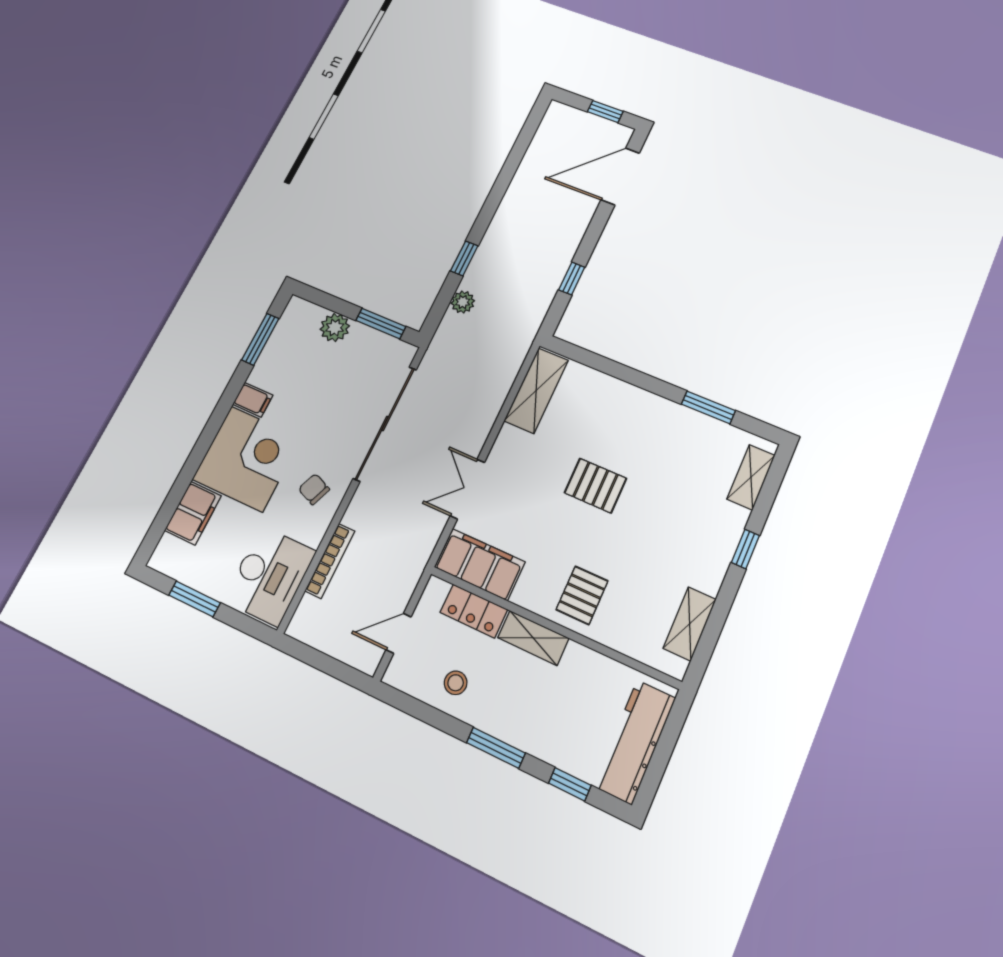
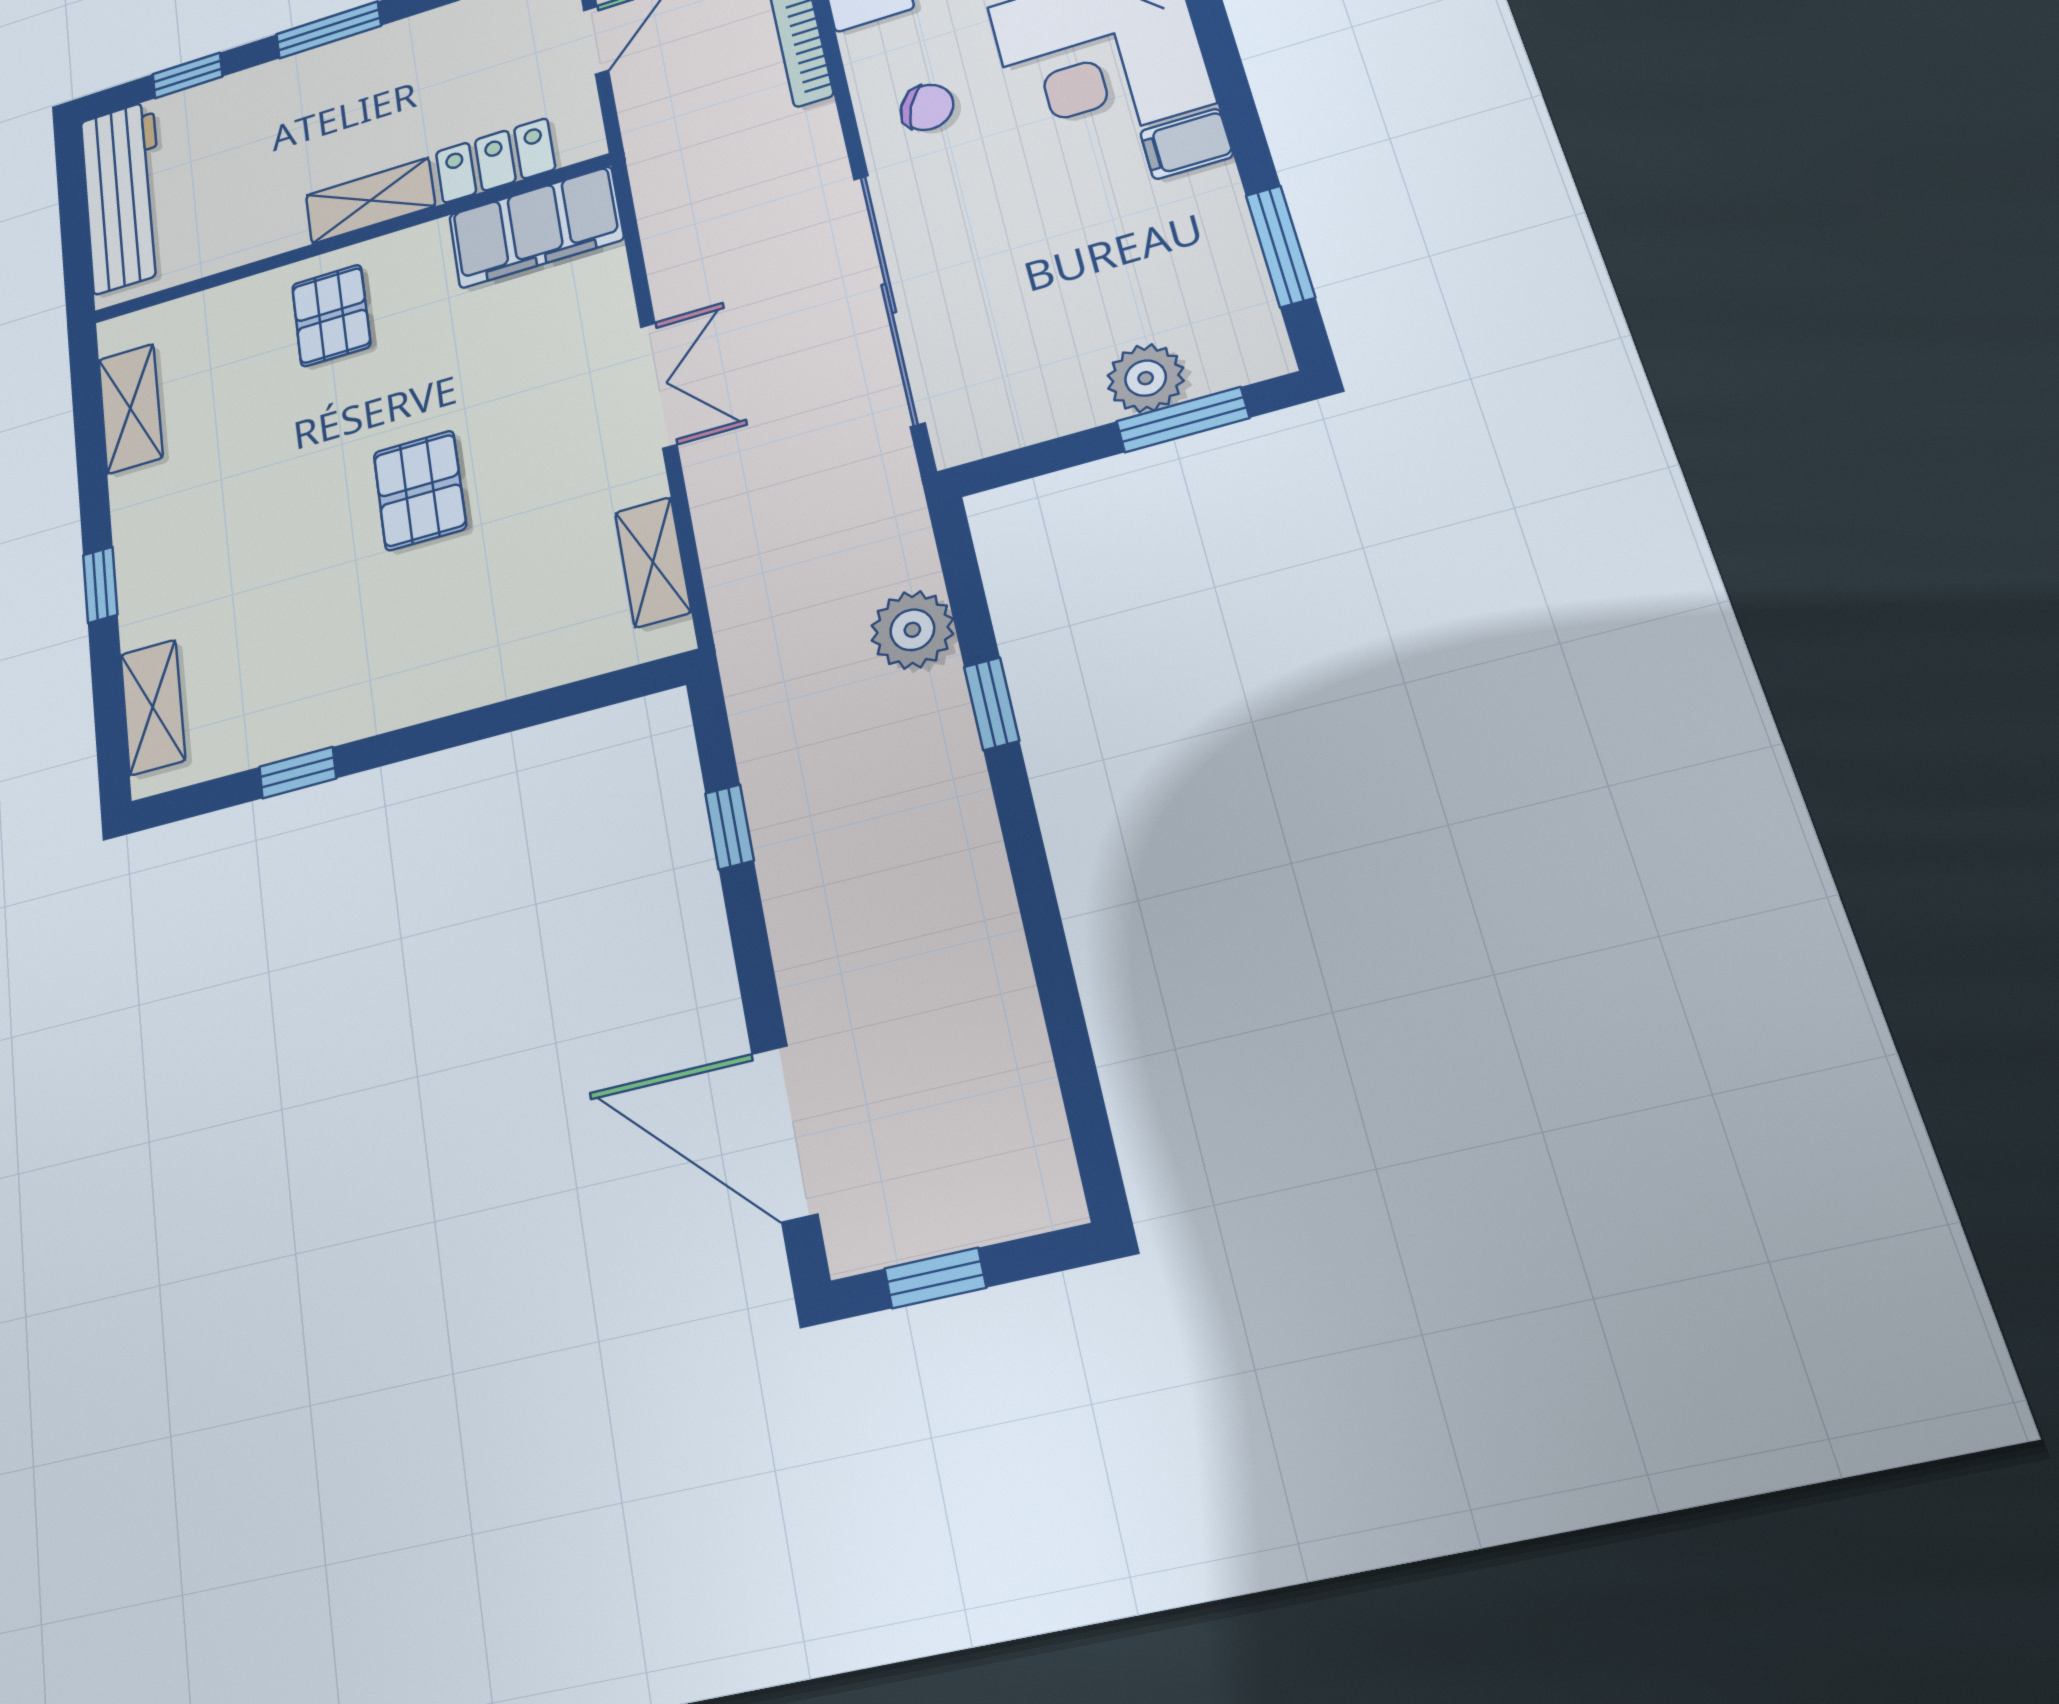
door: (620, 176) -> (785, 1133), swing flipped
plant: (463, 302) -> (912, 630), width x1.38, depth x1.38
window: (381, 323) -> (1183, 420), moved
shelving: (536, 391) -> (653, 562), width x0.67, depth x0.75
window: (708, 407) -> (298, 773), width x0.67
pallet: (595, 486) -> (420, 490), turned 90
double door: (467, 489) -> (659, 385), moved
stool: (456, 683) -> (452, 54), removed

